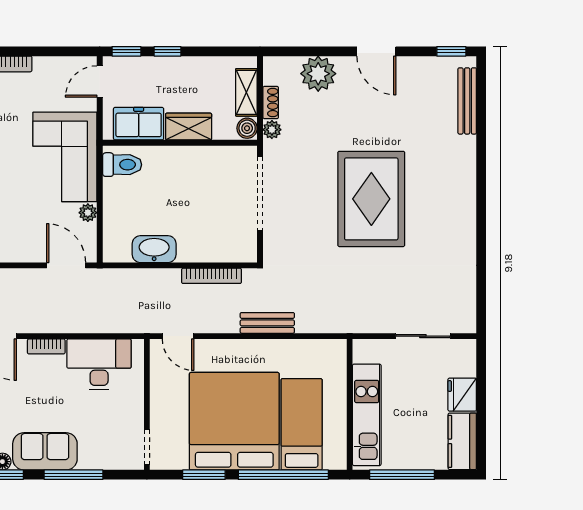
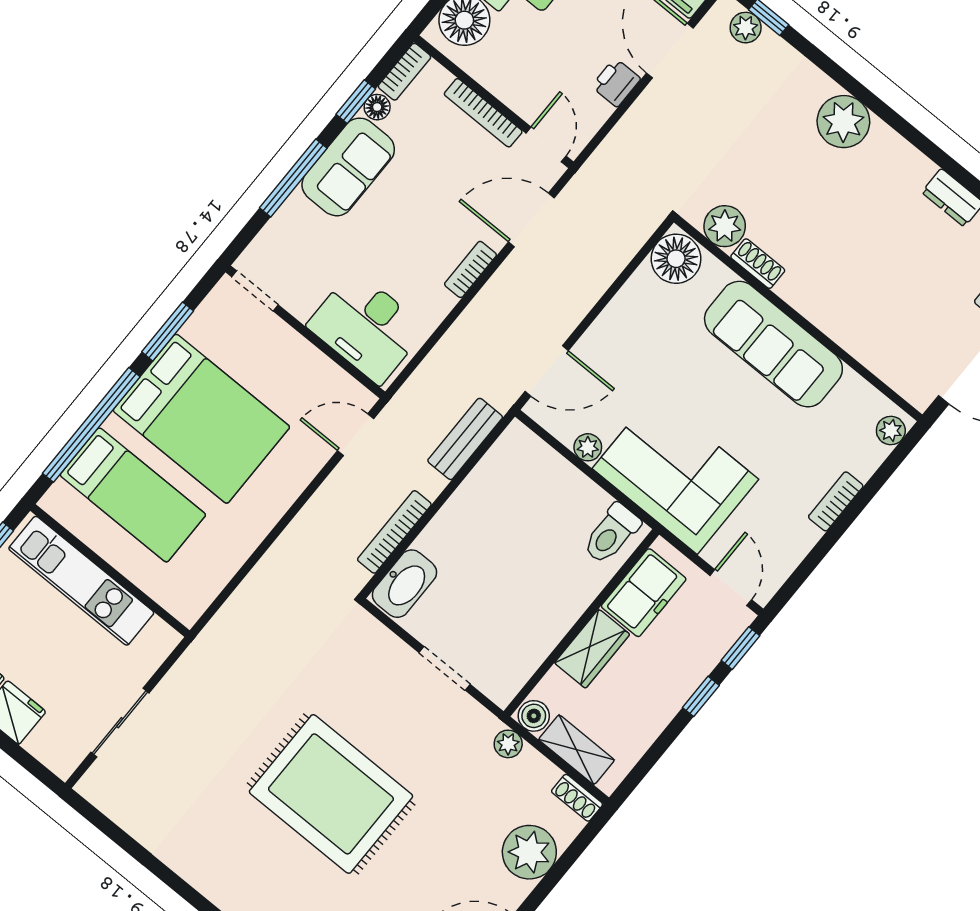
shoe rack: (271, 102) -> (577, 798), moved
doorway: (260, 193) -> (445, 668), width x0.53
washbasin: (154, 249) -> (404, 584), moved
bench: (267, 323) -> (465, 439), moved
desk: (99, 364) -> (367, 327), moved, turned 90
bed: (234, 421) -> (201, 419), width x0.73

